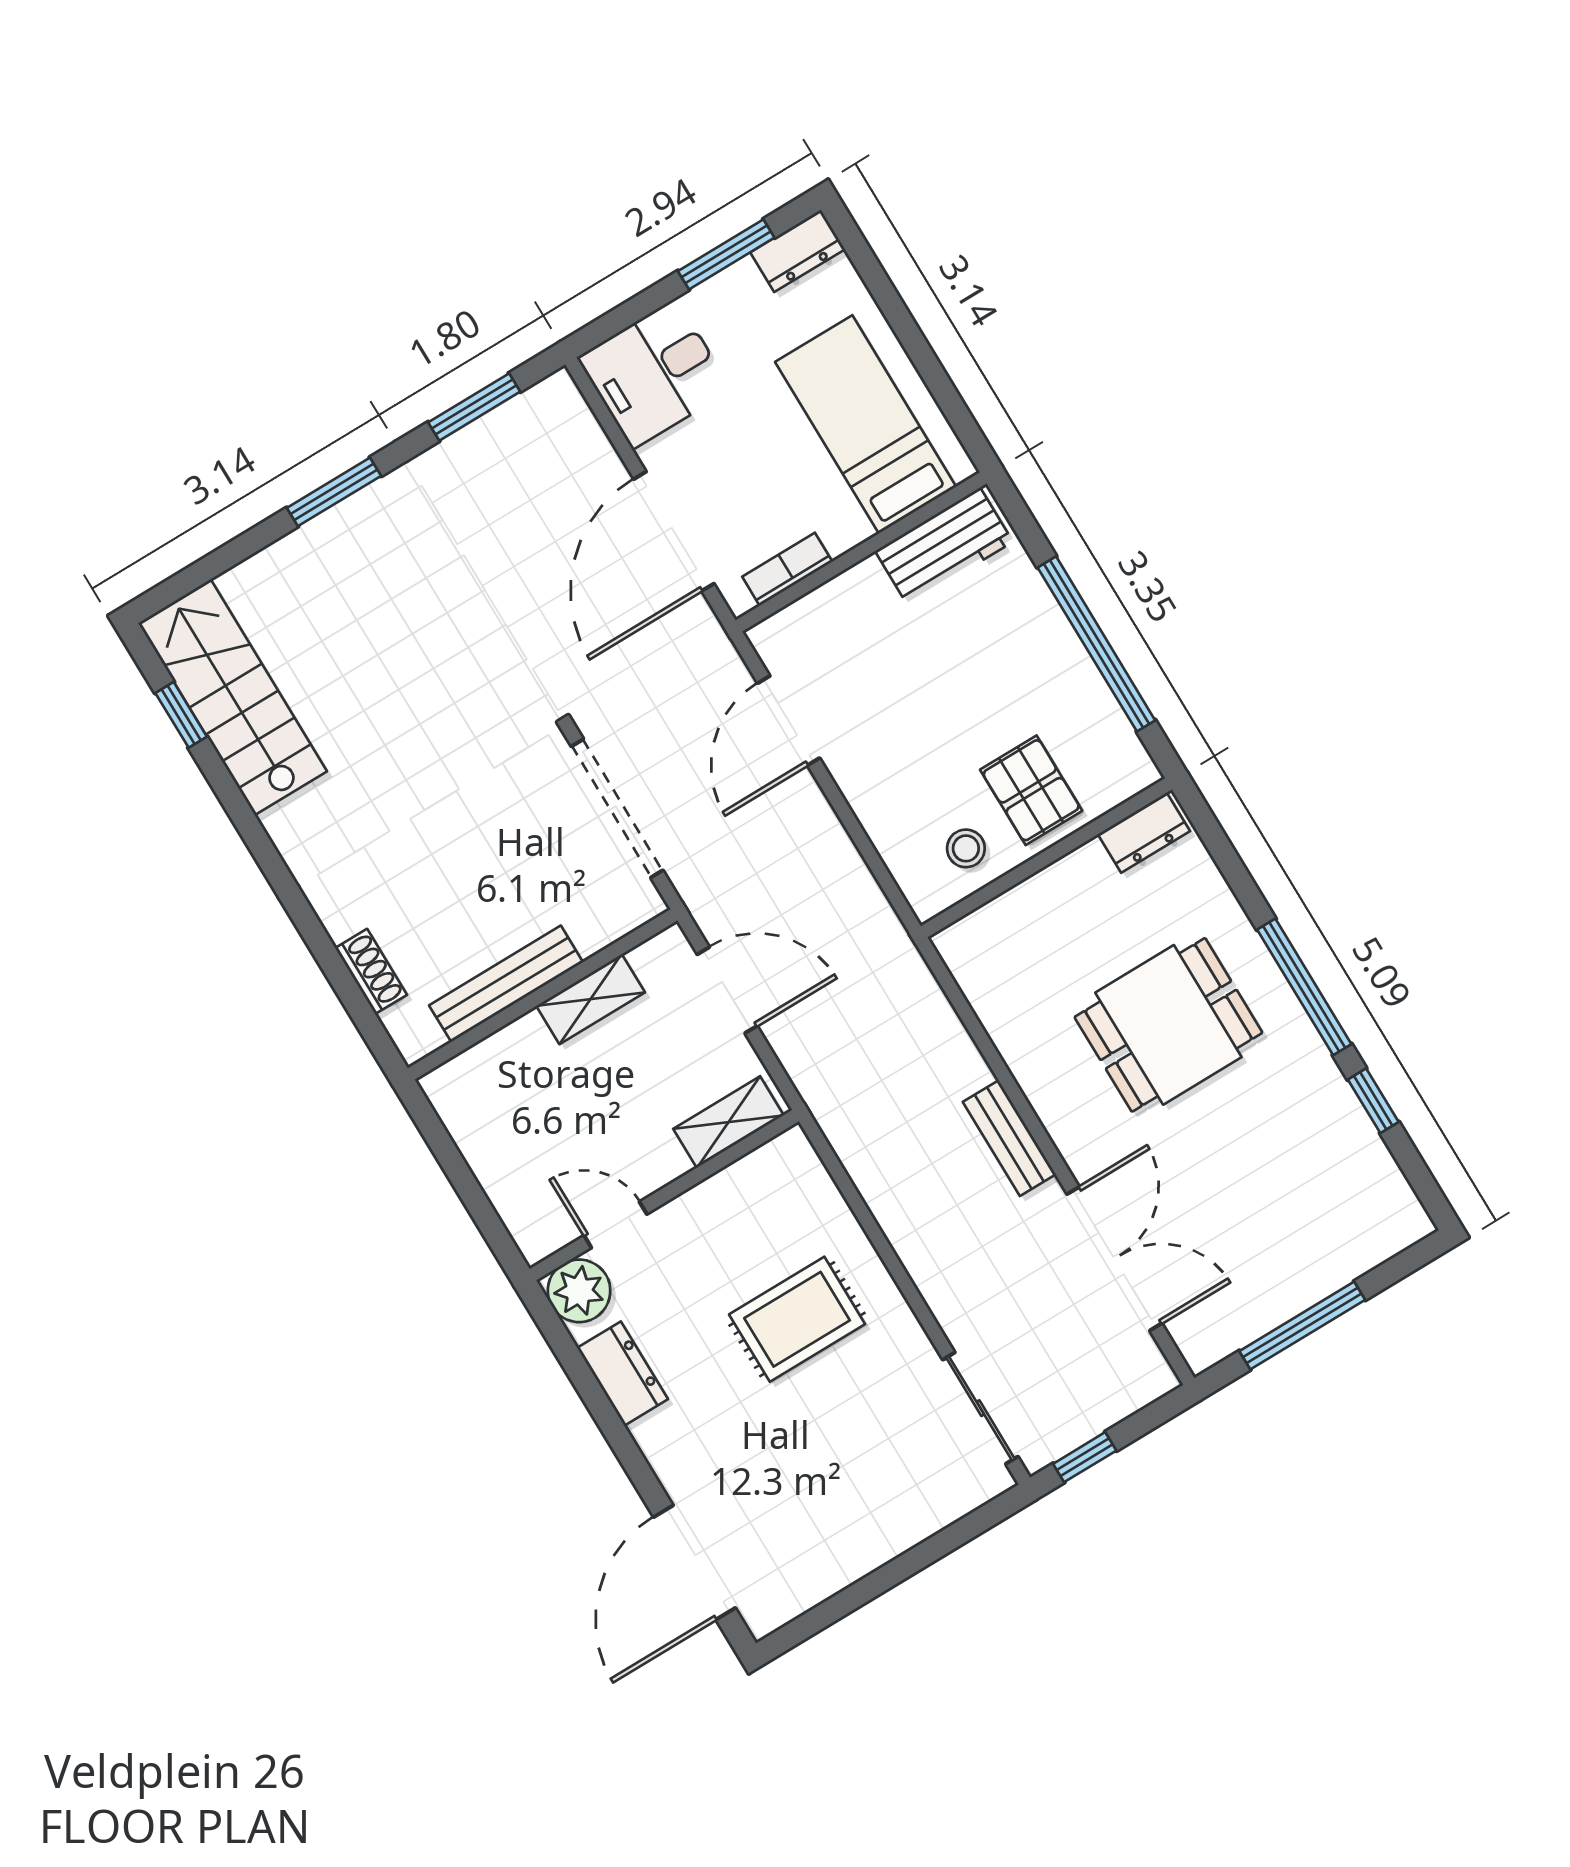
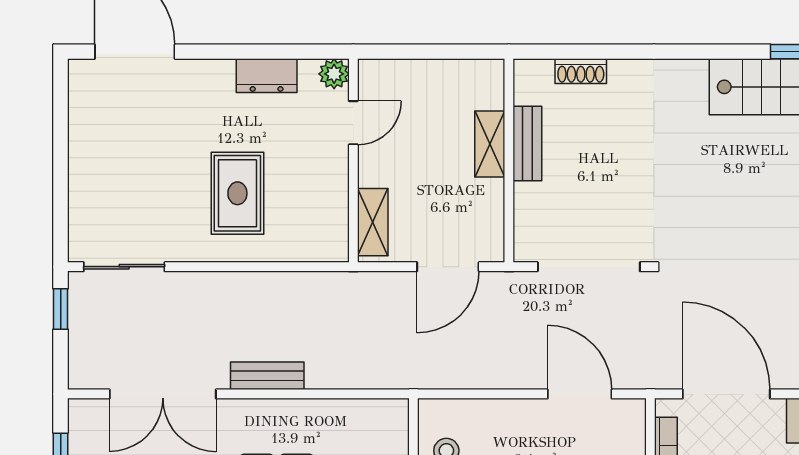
bench: (506, 984) -> (527, 144), width x0.73
shelving: (591, 999) -> (490, 144), moved
plant: (579, 1291) -> (334, 74), width x0.73, depth x0.73

